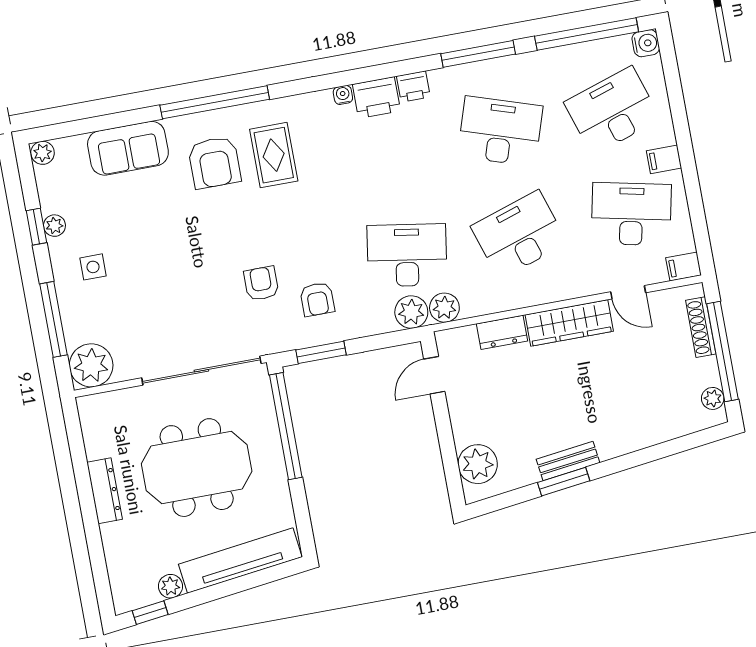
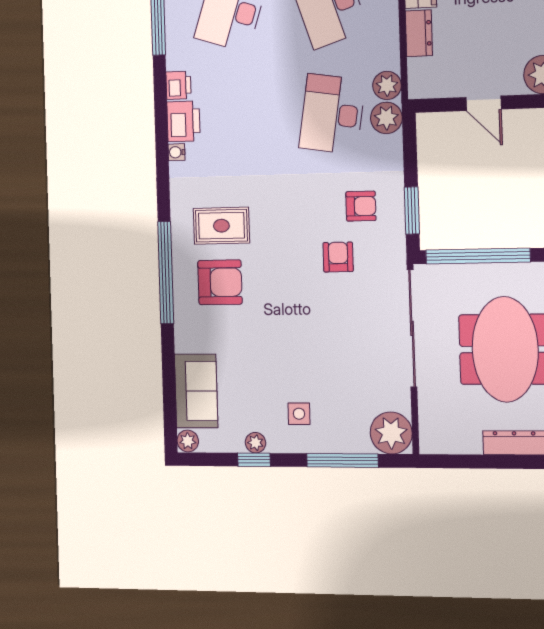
sofa: (128, 148) -> (196, 391), moved
armchair: (261, 283) -> (338, 257), turned 90
door: (434, 375) -> (484, 103), moved

